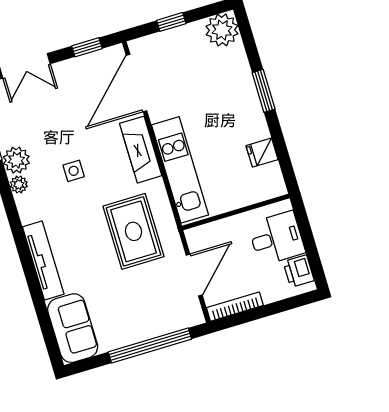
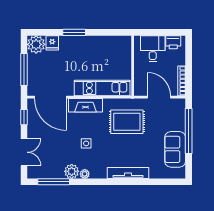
window: (171, 22) -> (24, 70), width x2.17
fridge: (262, 153) -> (52, 43), moved
sofa: (73, 328) -> (175, 149), moved, turned -90

